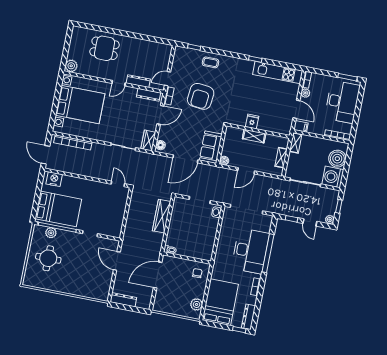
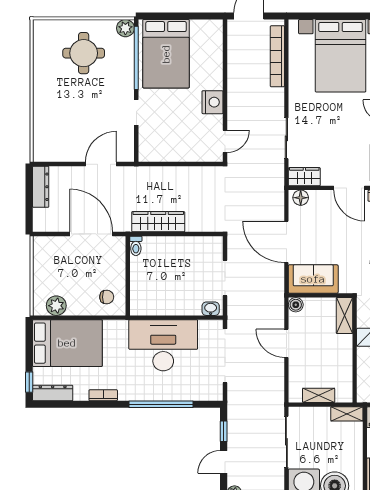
shelving: (254, 136) -> (344, 315), moved
nightstand: (54, 179) -> (213, 102), moved
wardrobe: (162, 216) -> (158, 222), moved
plant: (51, 233) -> (125, 28), moved
desk: (250, 251) -> (163, 345), moved, turned 180

